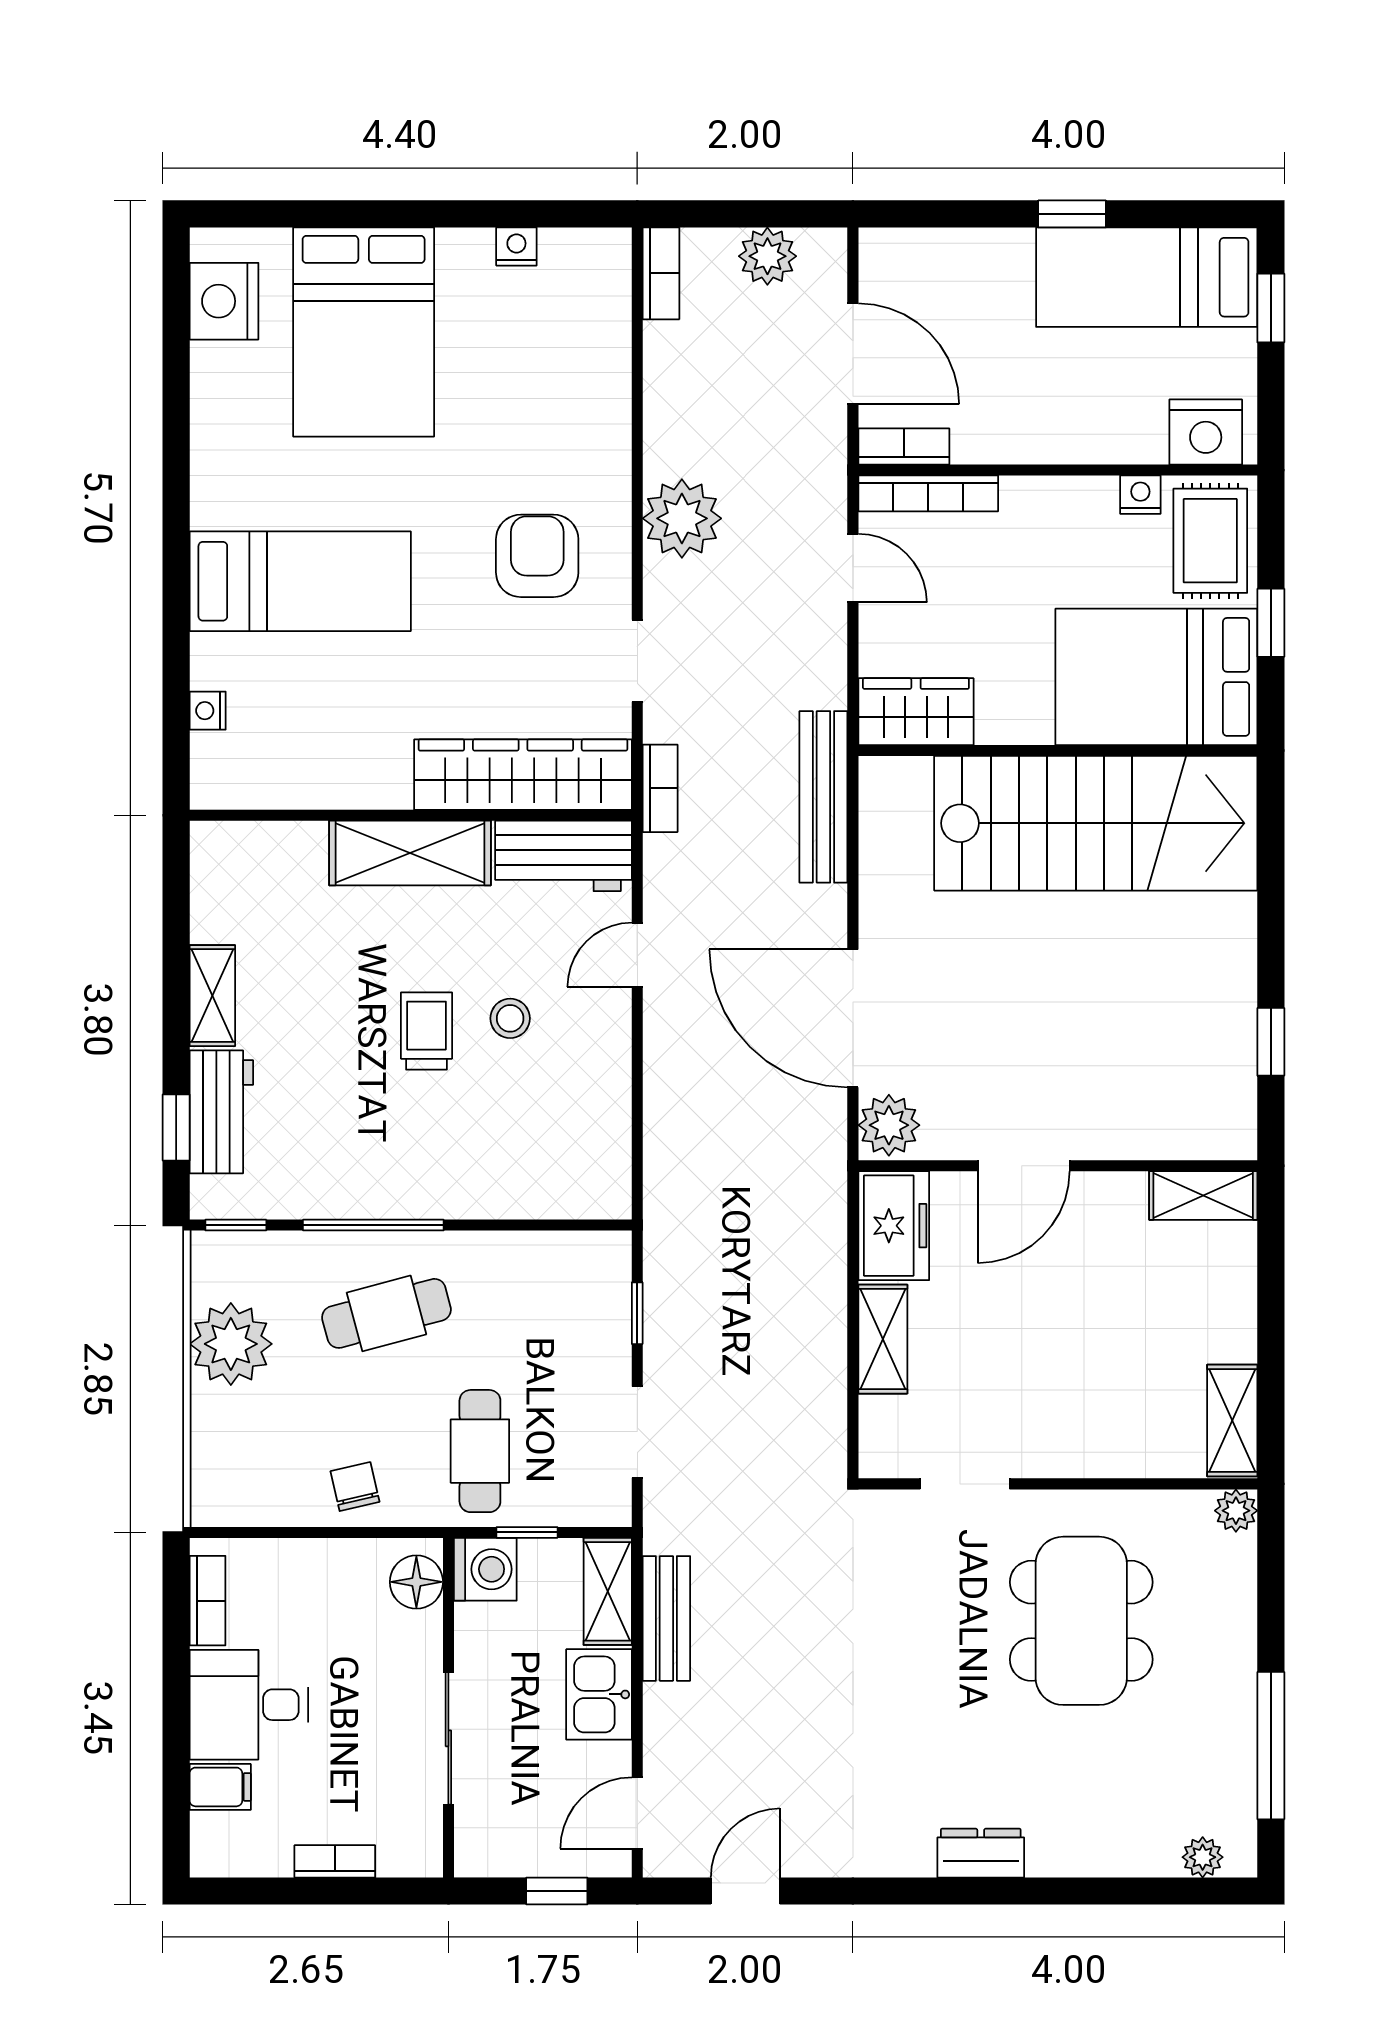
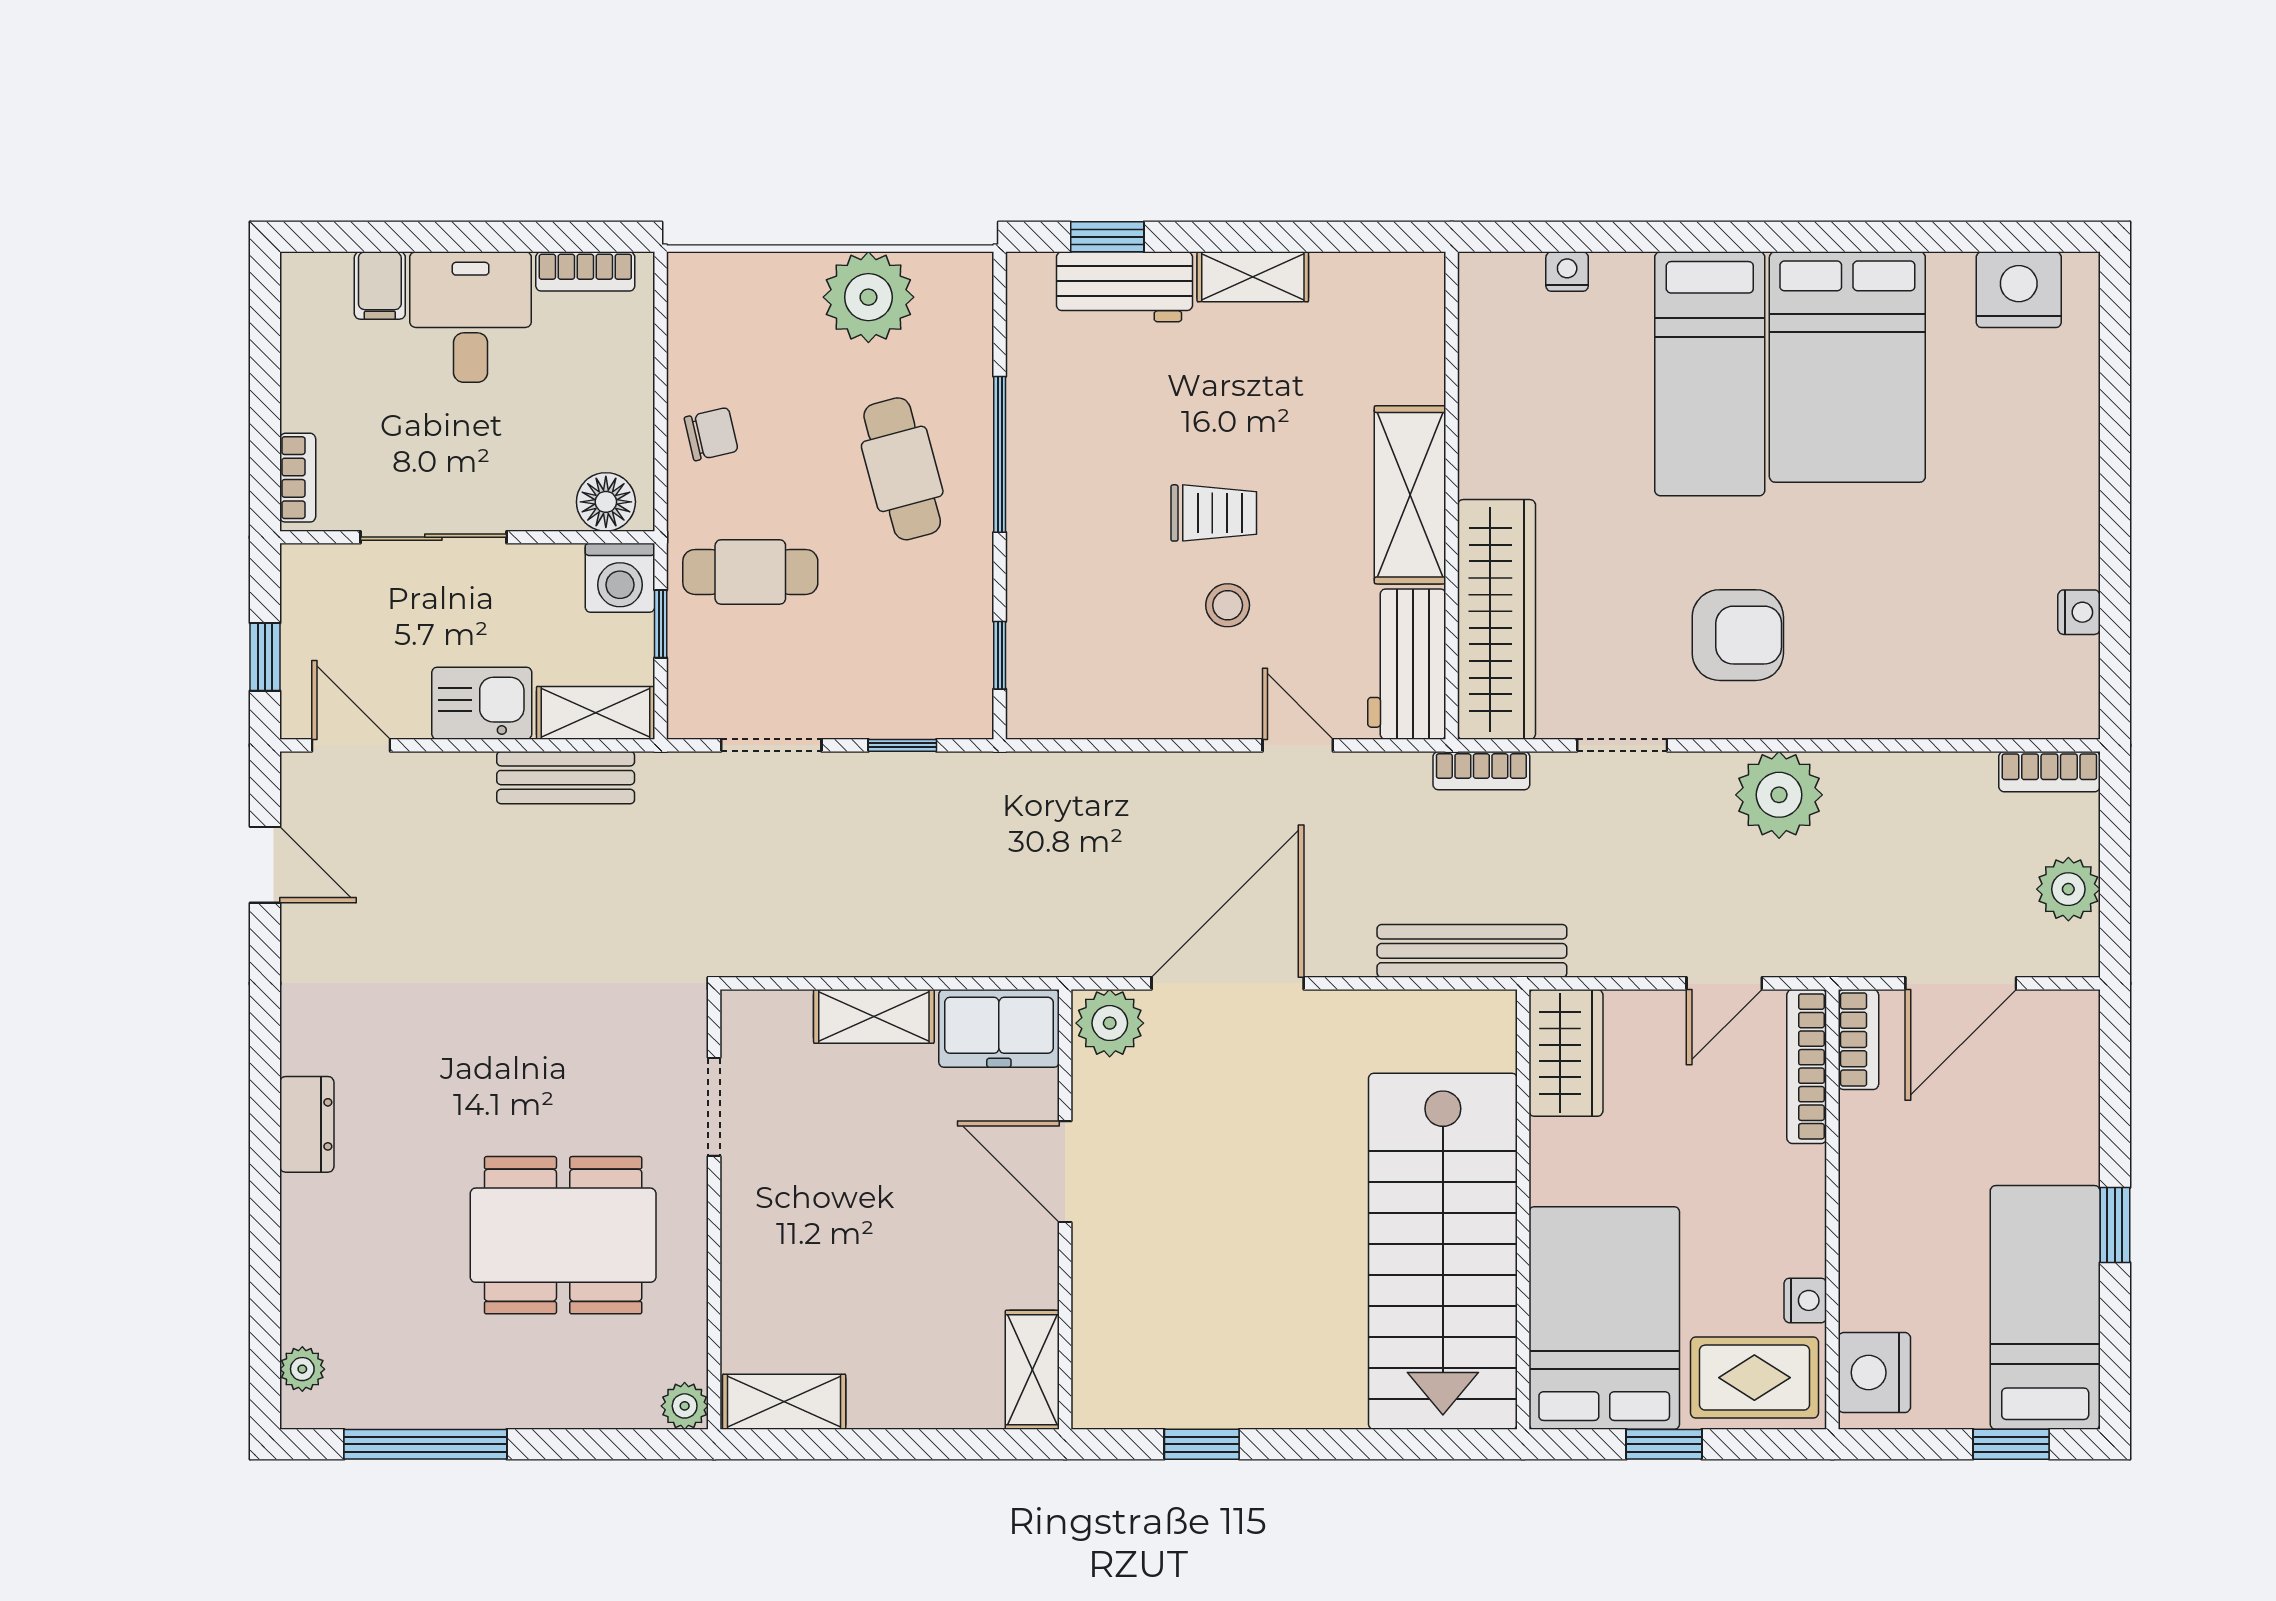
bed: (364, 332) -> (1847, 367), moved, turned -90
window: (236, 1225) -> (1000, 655), moved
bookcase: (335, 1861) -> (298, 478), moved

